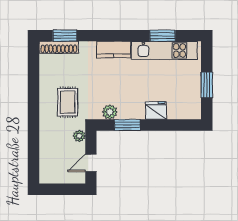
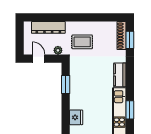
fridge: (156, 111) -> (76, 117), moved
plant: (110, 112) -> (75, 72), removed
dresser: (47, 149) -> (48, 27), added

